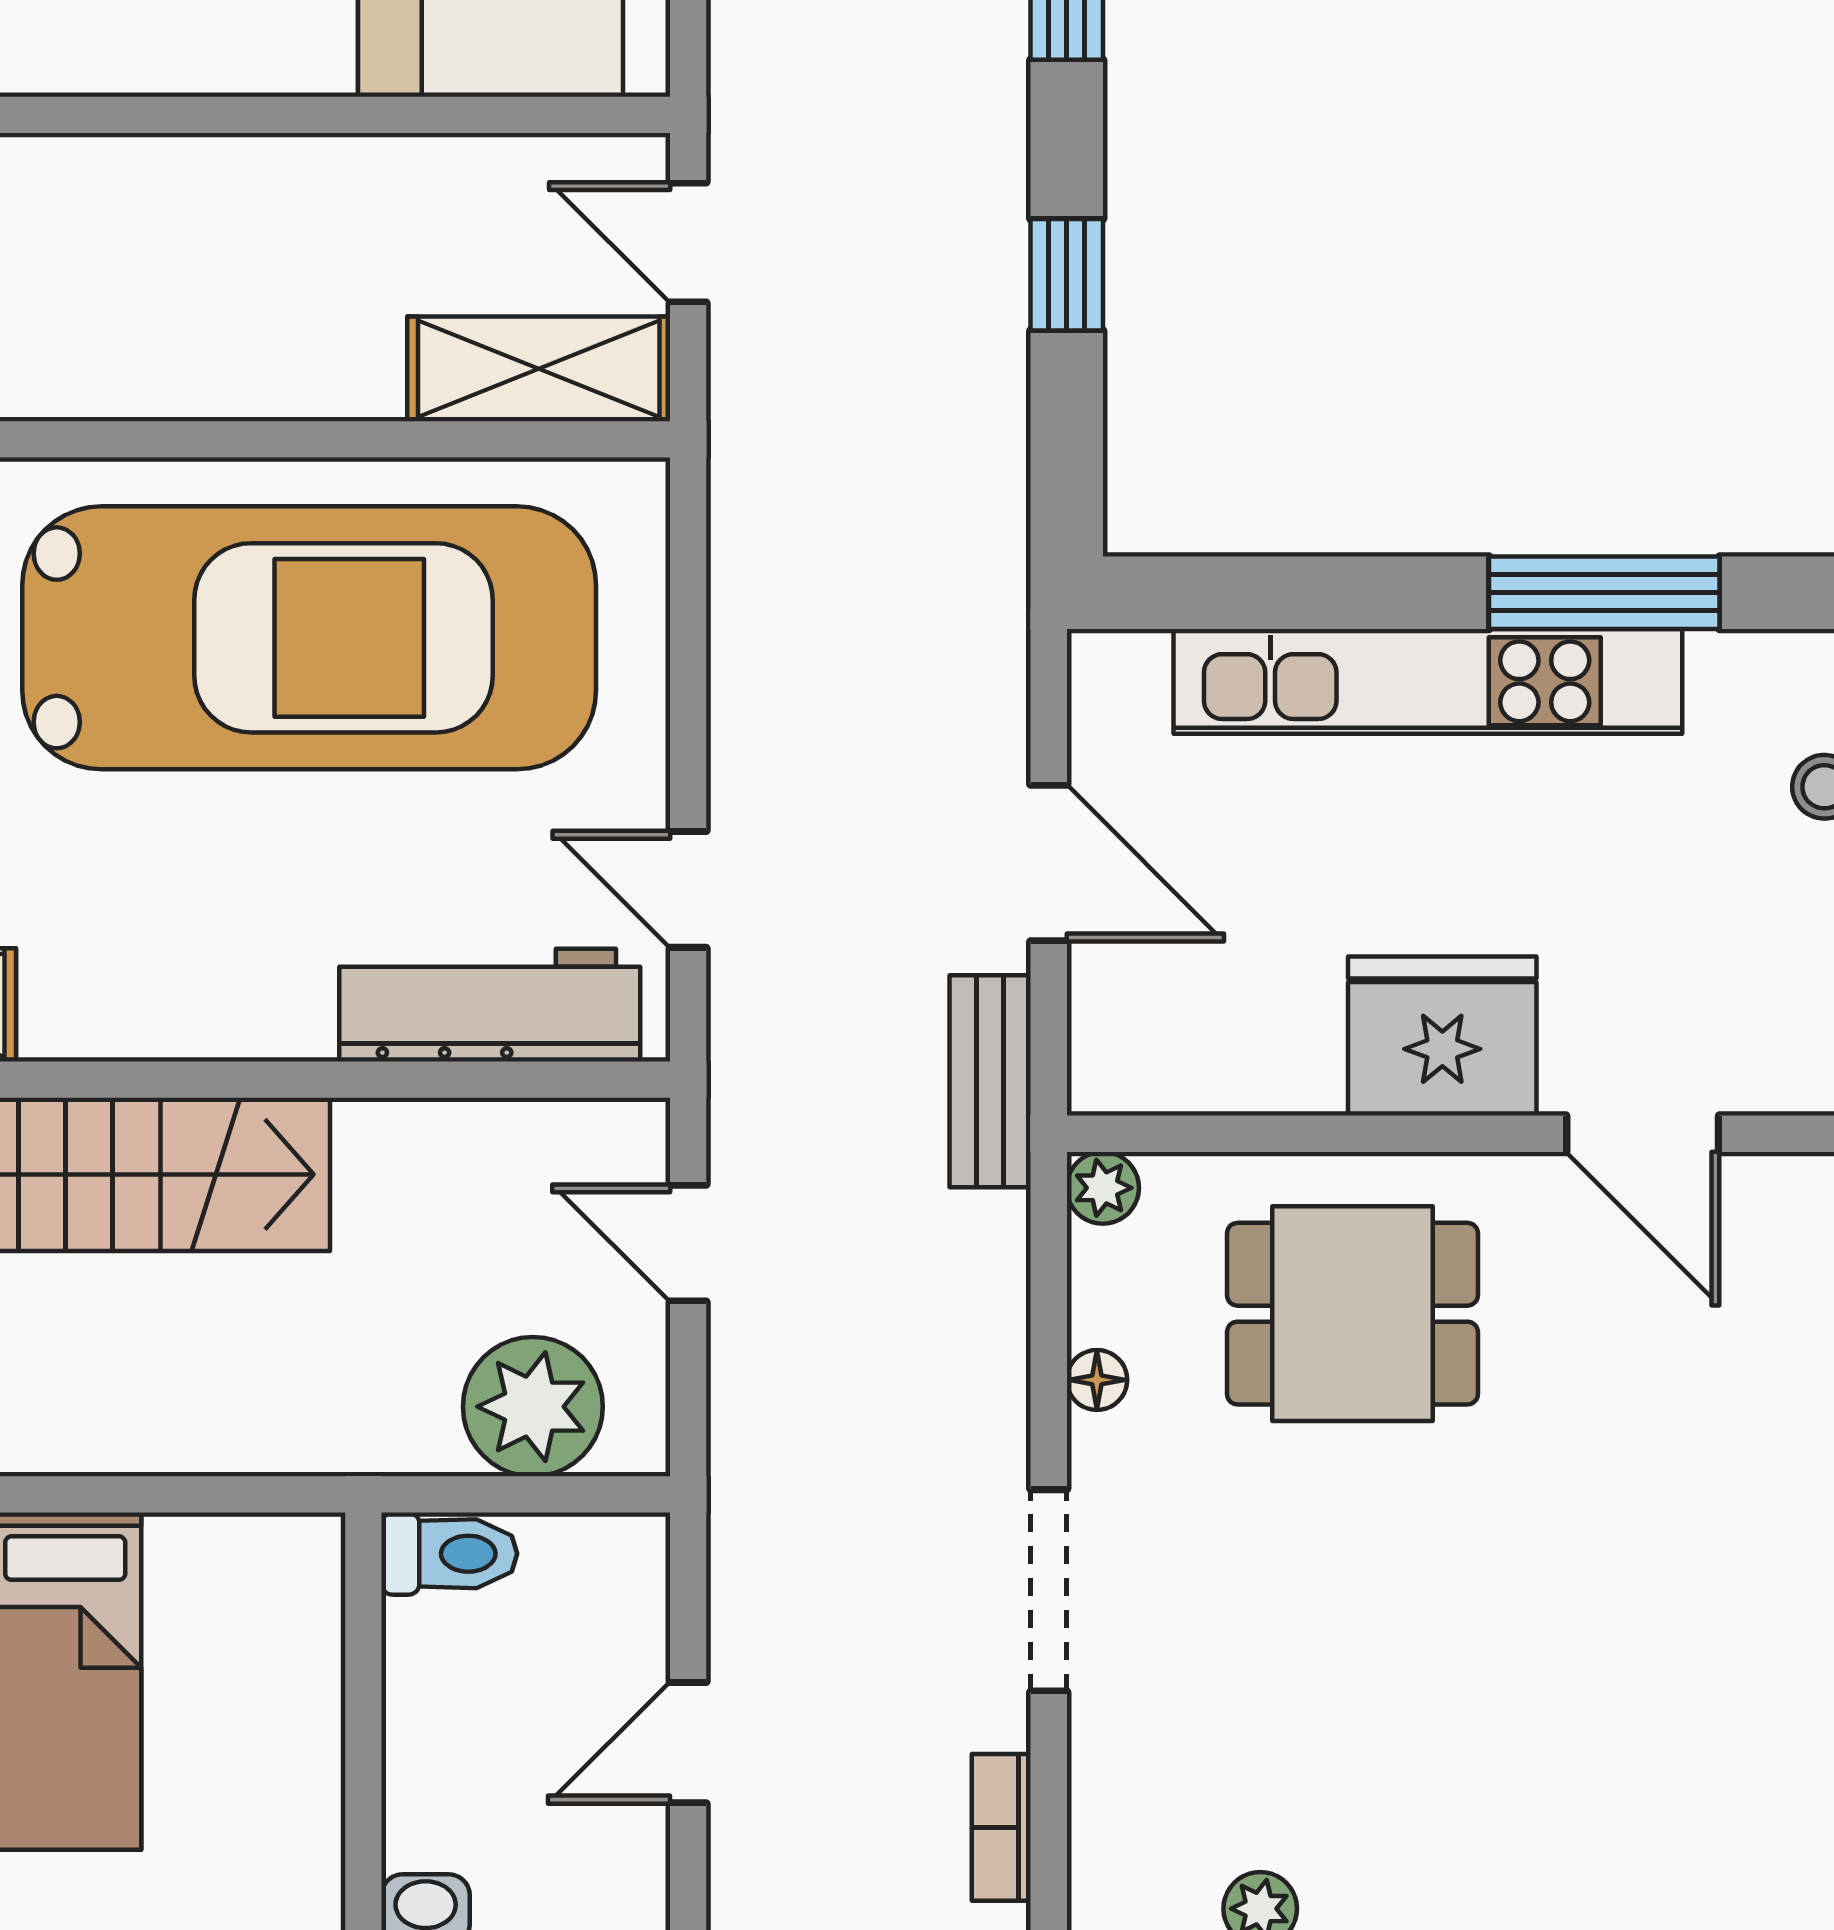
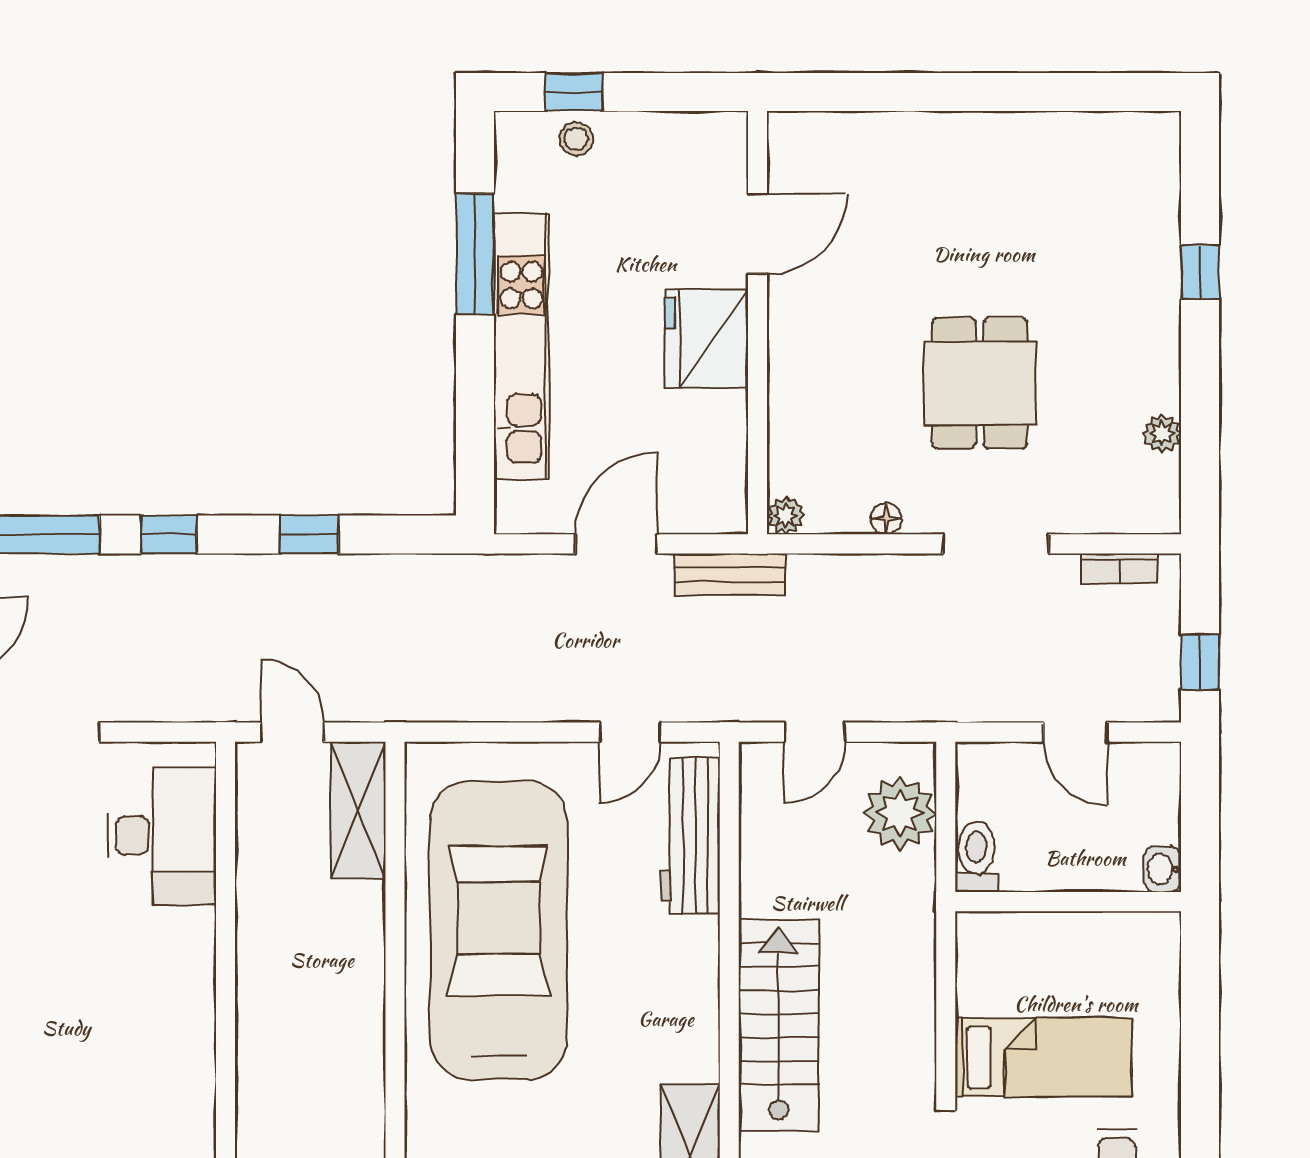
door: (688, 243) -> (292, 732), swing flipped
dining table: (1352, 1314) -> (980, 383), moved

